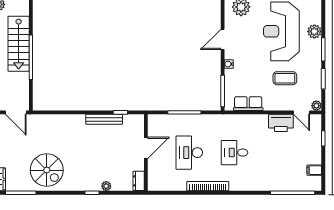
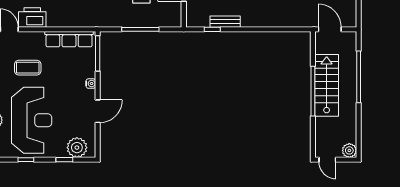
stairs: (19, 44) -> (327, 85), moved
row of seats: (248, 104) -> (69, 39), width x1.48
bench: (104, 119) -> (225, 22), width x0.73

